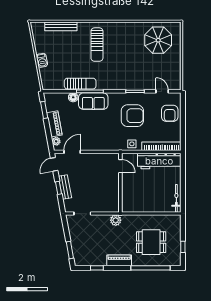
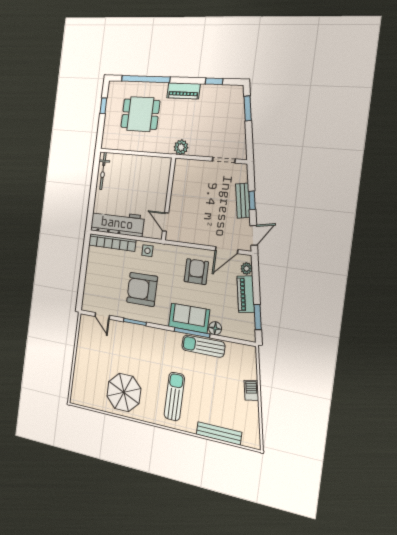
parasol: (158, 40) -> (124, 392), moved
armchair: (170, 113) -> (196, 272), moved

